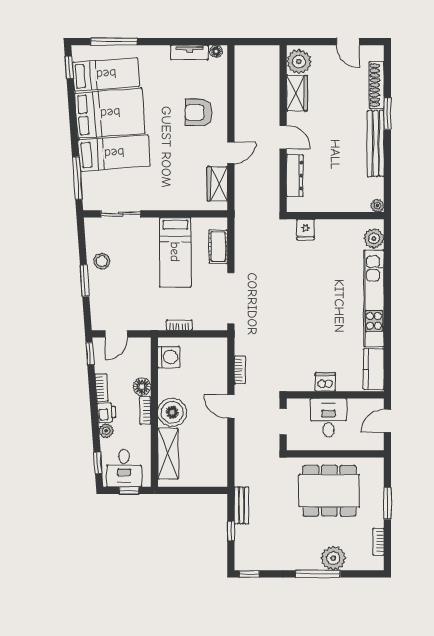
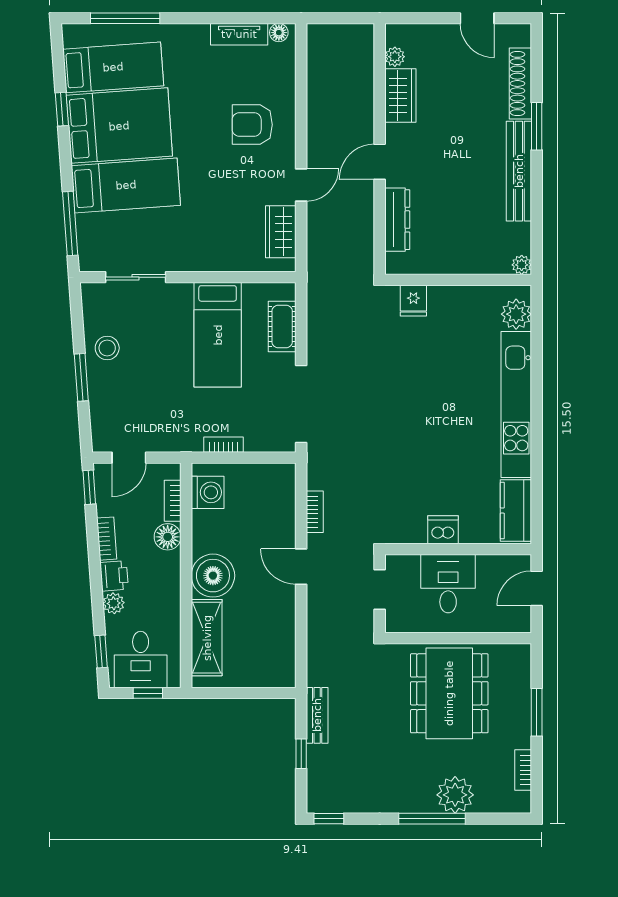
plant: (299, 62) -> (395, 57), width x0.53, depth x0.53
window: (69, 67) -> (62, 109), moved
door: (283, 137) -> (380, 162), swing flipped
bookcase: (145, 411) -> (173, 501), moved
dining table: (329, 491) -> (449, 693), turned 90

